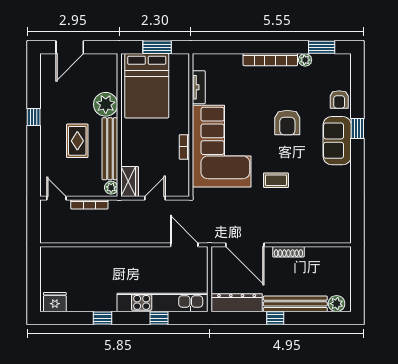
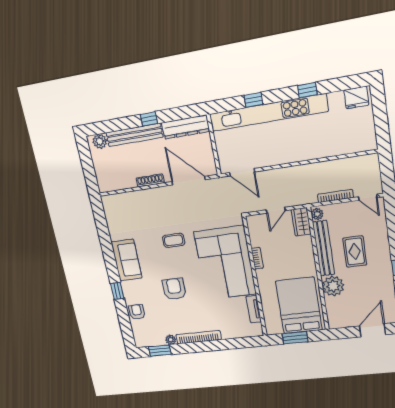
sofa: (337, 141) -> (127, 260), moved
kitchen unit: (163, 302) -> (268, 113), width x1.36

